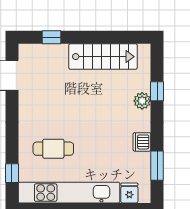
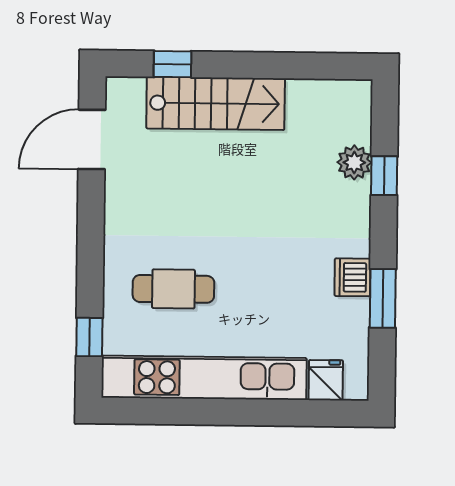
stairs: (103, 57) -> (216, 103), moved
plant: (142, 101) -> (354, 162), moved
window: (157, 166) -> (383, 298), moved

